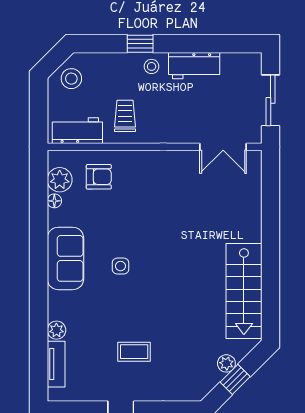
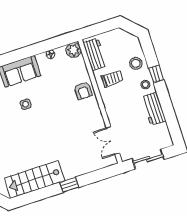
stool: (71, 79) -> (136, 63), moved
armchair: (99, 177) -> (83, 91), moved
plant: (60, 180) -> (73, 50), moved
window: (271, 239) -> (69, 185), added

